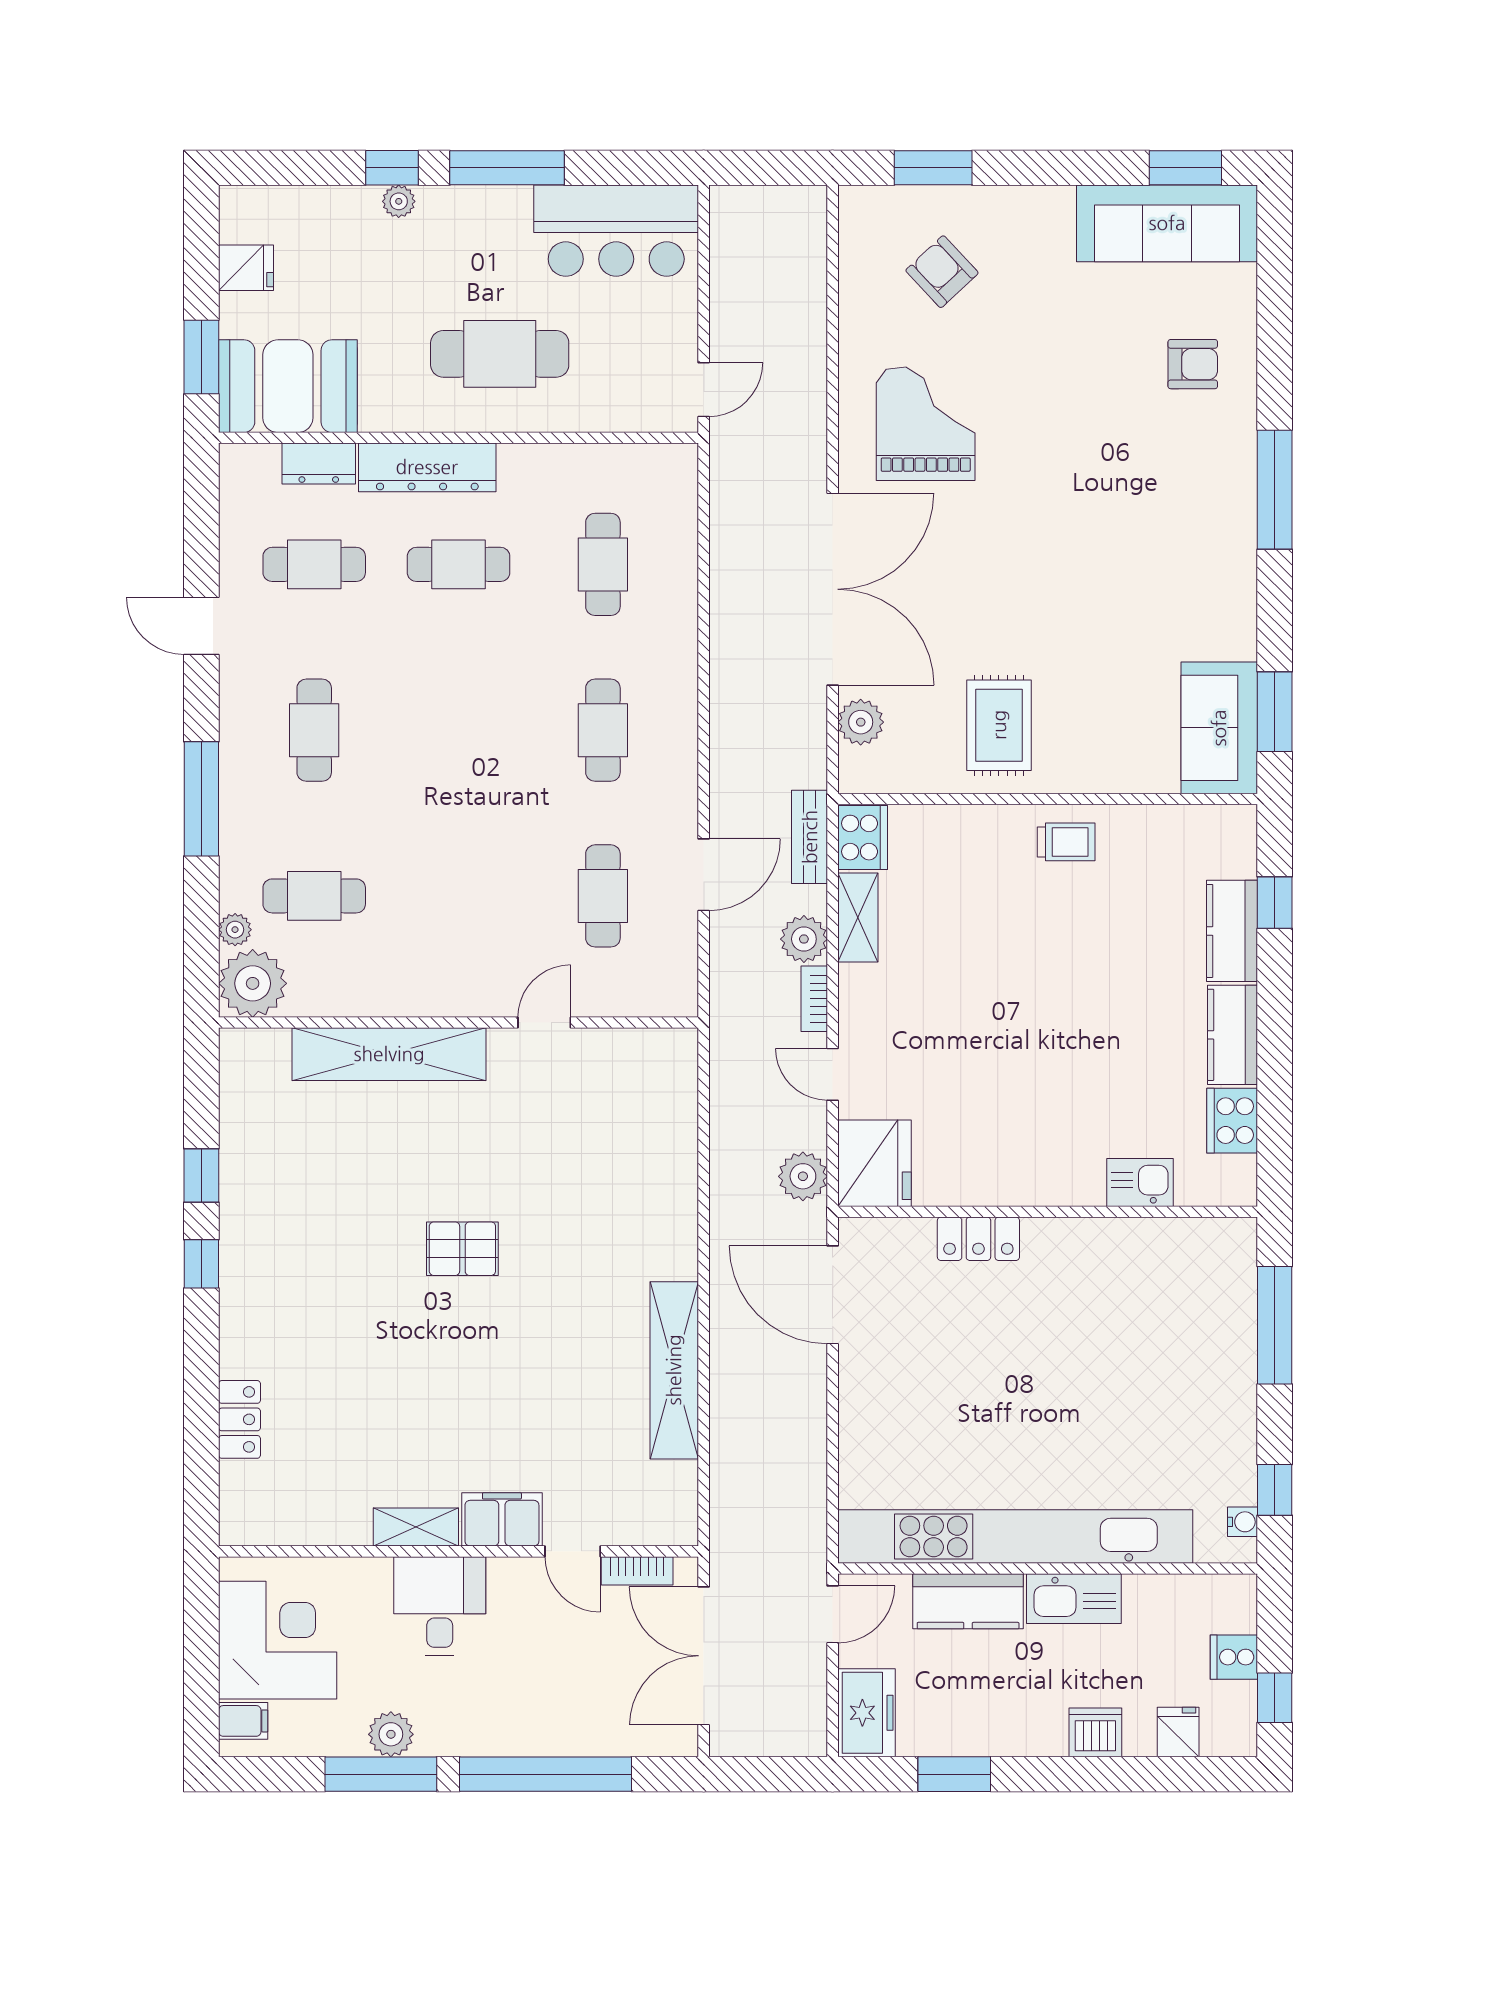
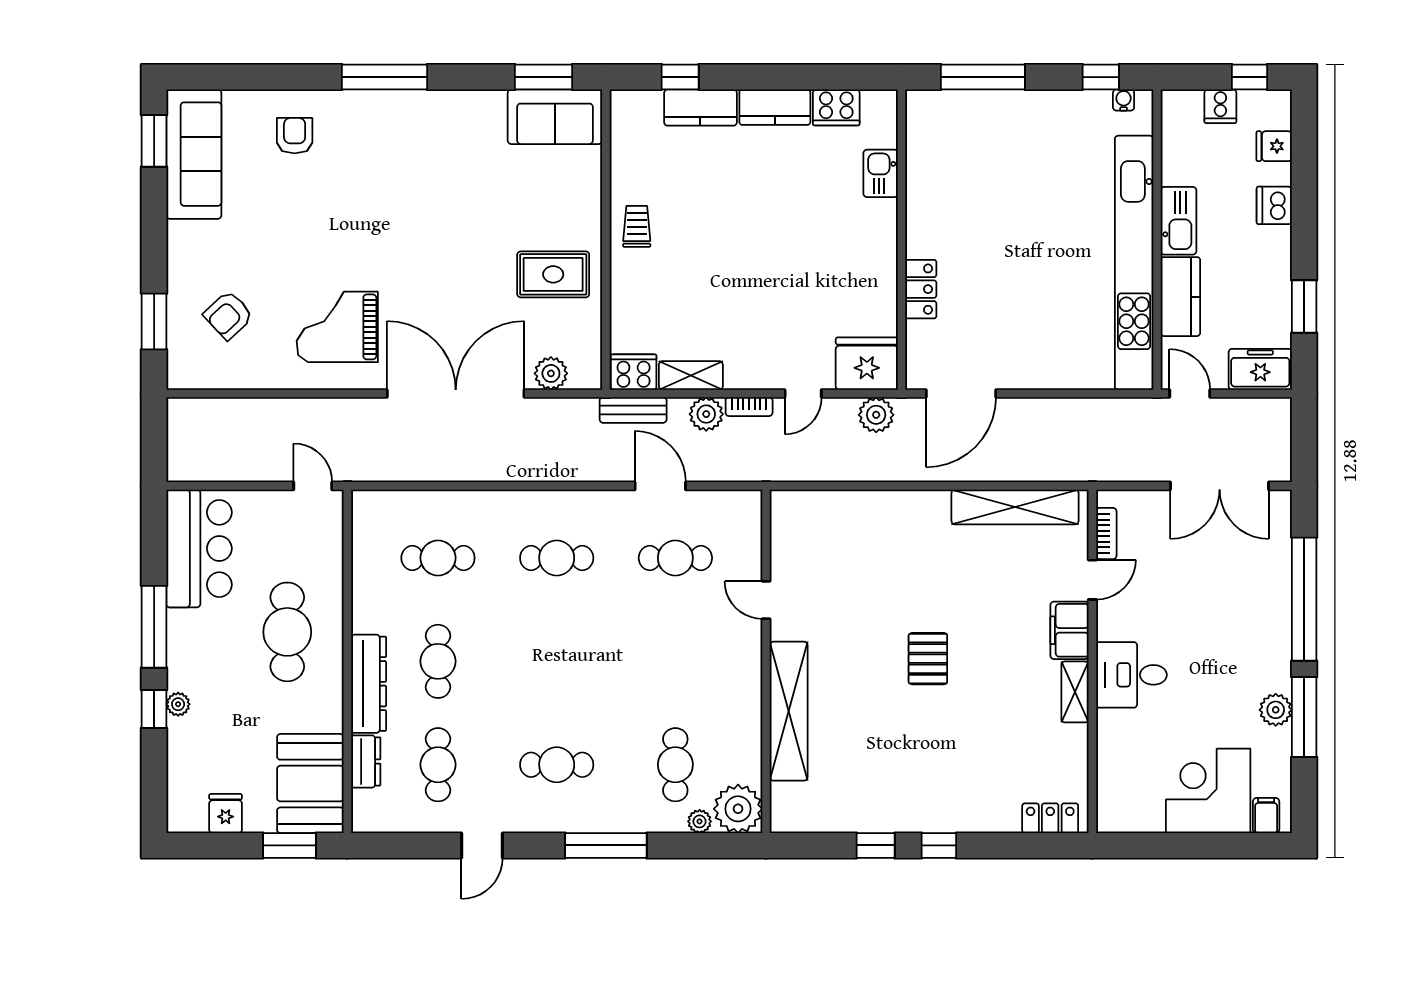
filing cabinet: (502, 1519) -> (1070, 630), moved
shelving: (416, 1527) -> (1075, 692), moved
wall: (459, 1551) -> (1092, 661), moved
door: (573, 1551) -> (1092, 580), moved
bookcase: (637, 1571) -> (1106, 534), moved
desk: (440, 1606) -> (1131, 675), moved

